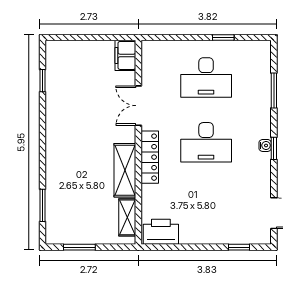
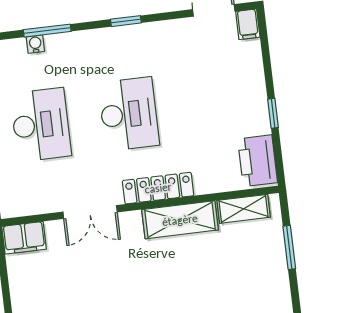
water cooler: (265, 145) -> (35, 44), moved
filing cabinet: (261, 237) -> (248, 24), added
window: (79, 247) -> (289, 247), moved
window: (239, 247) -> (273, 113), moved

